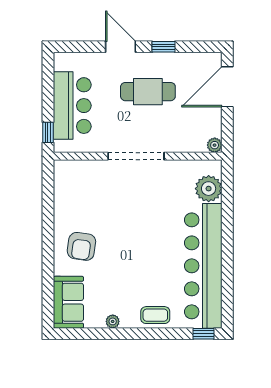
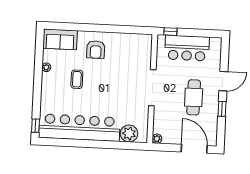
armchair: (81, 246) -> (96, 50), turned -98
coffee table: (155, 315) -> (77, 79), moved

